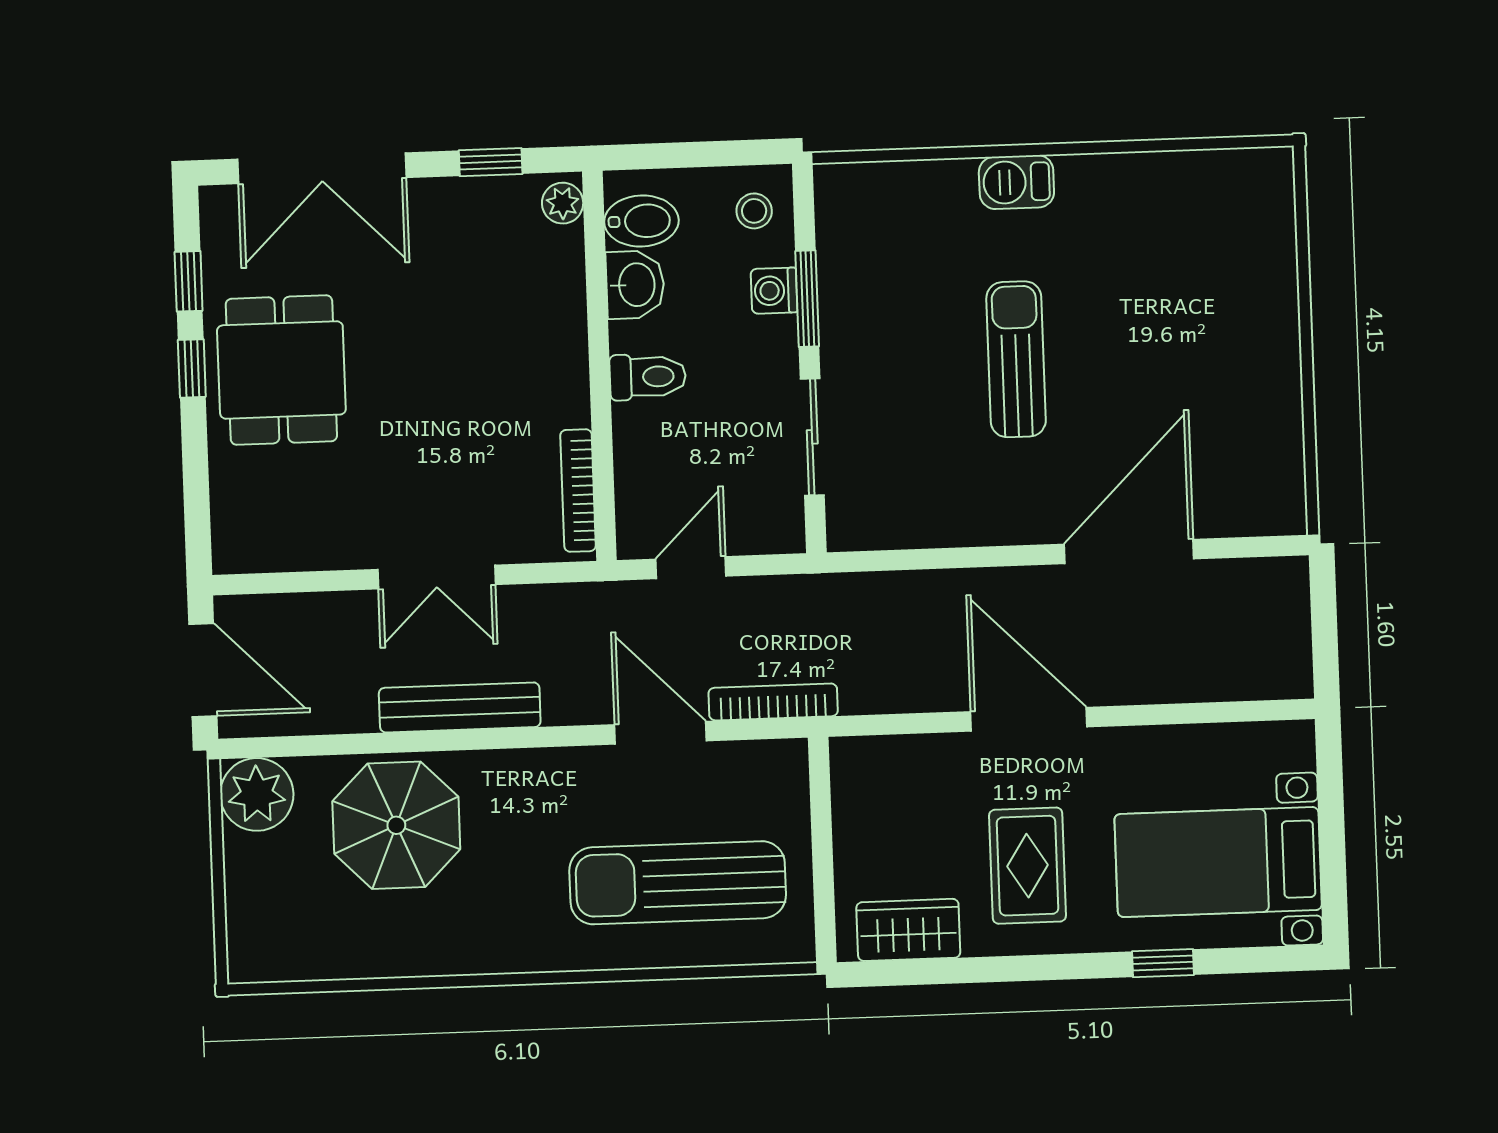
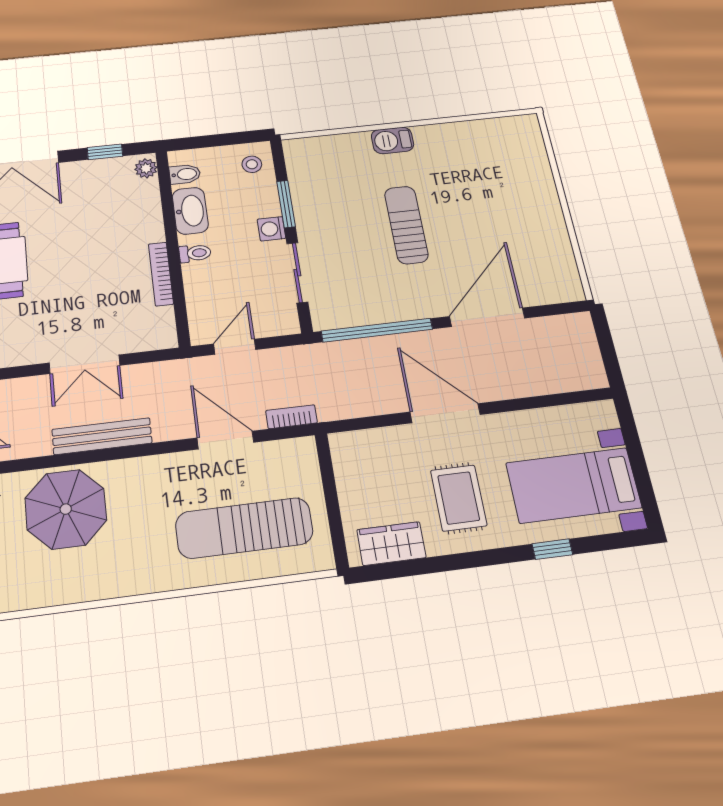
bidet: (641, 221) -> (185, 174), width x0.72, depth x0.74
washbasin: (635, 285) -> (190, 211), width x1.38
washing machine: (774, 291) -> (271, 229), moved
toilet: (648, 377) -> (195, 253), width x0.73, depth x0.72
bookcase: (578, 491) -> (161, 274), moved
window: (936, 559) -> (377, 330), added
bookcase: (773, 702) -> (291, 417), width x0.64

